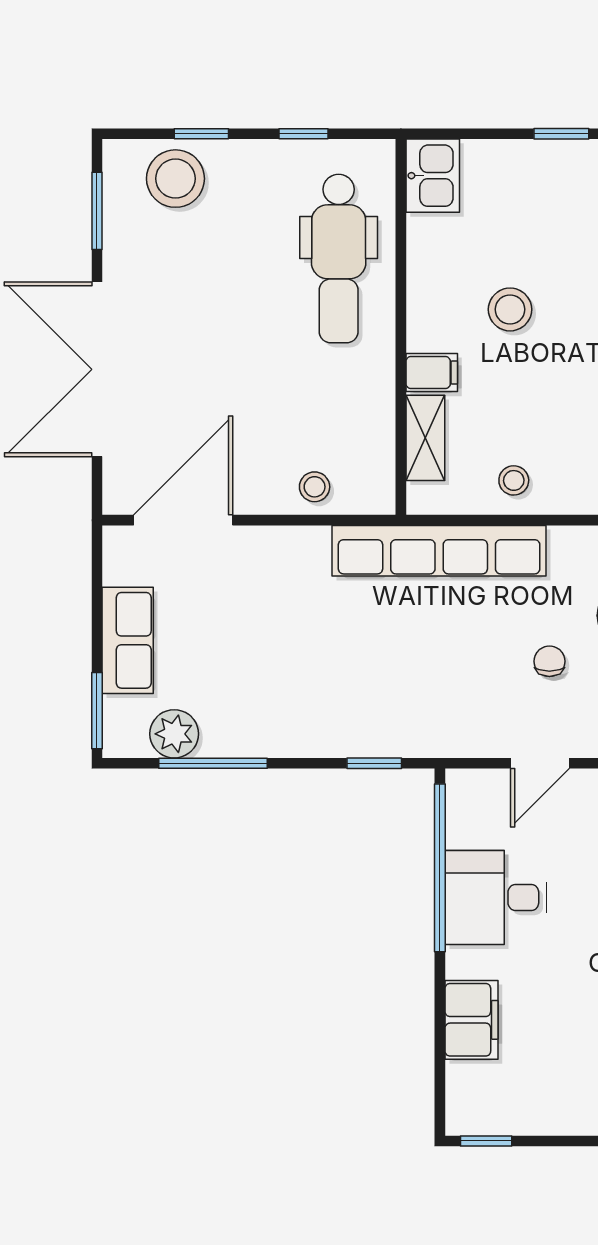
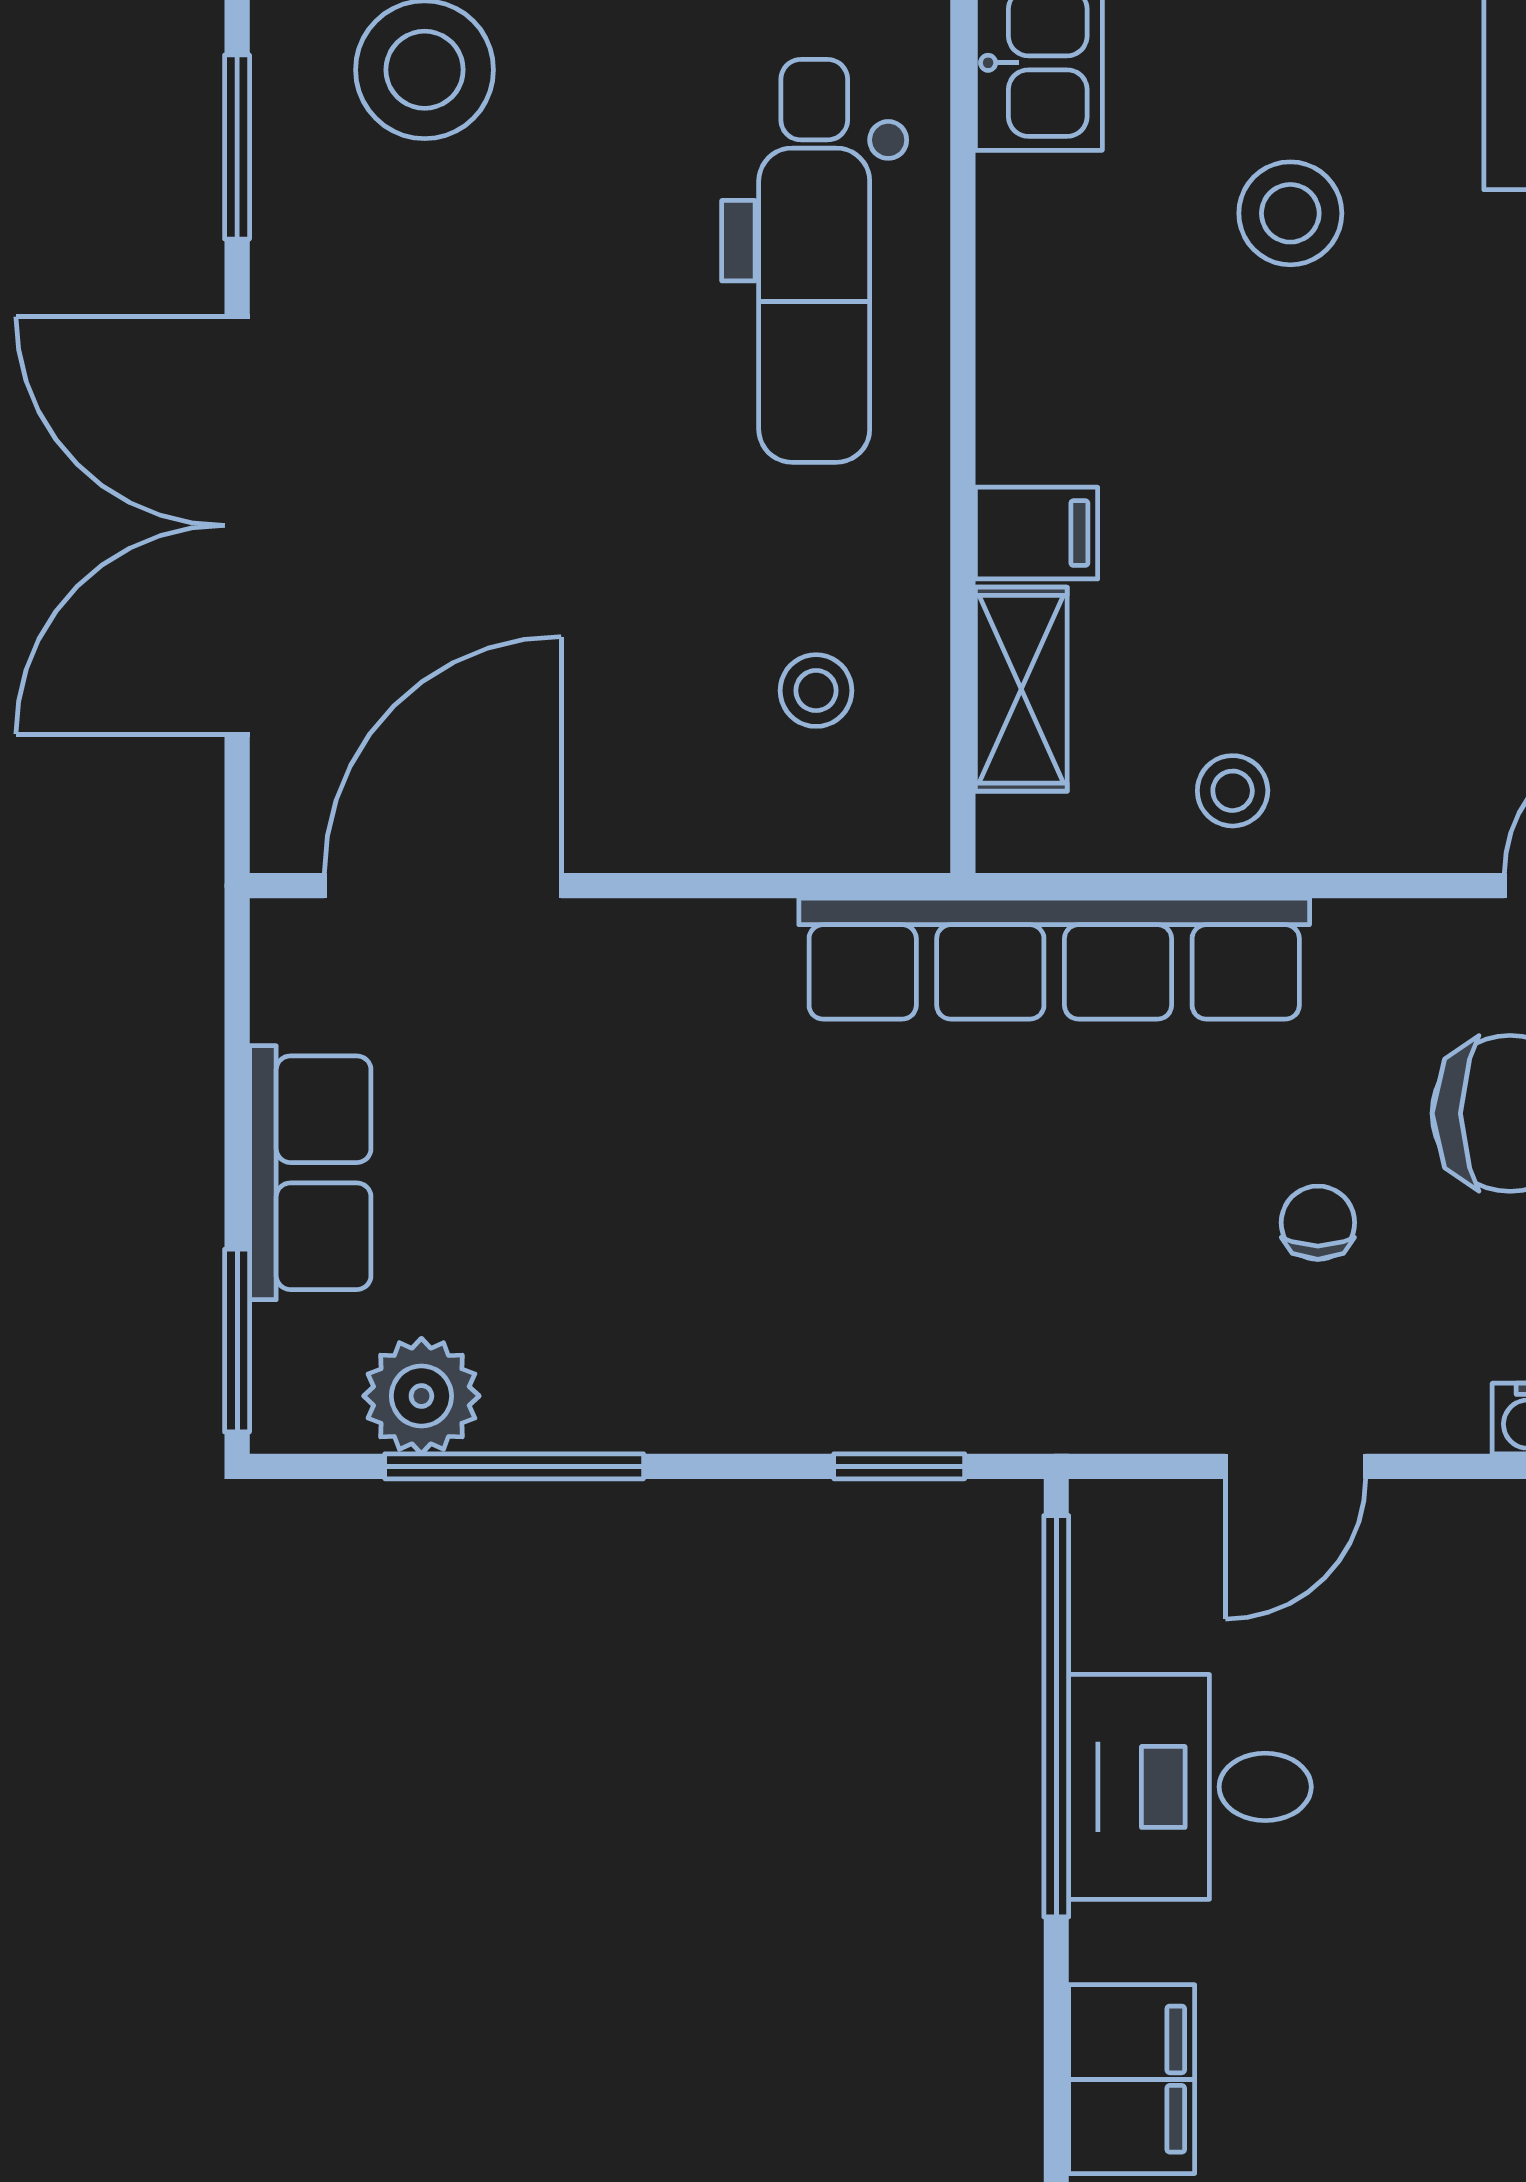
stool: (510, 309) -> (1290, 213), moved
stool: (315, 487) -> (816, 691), moved

